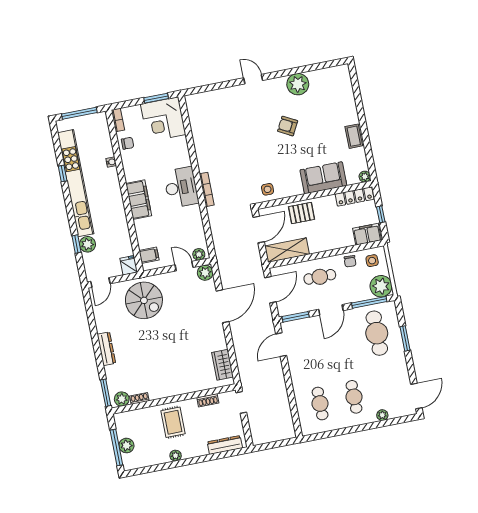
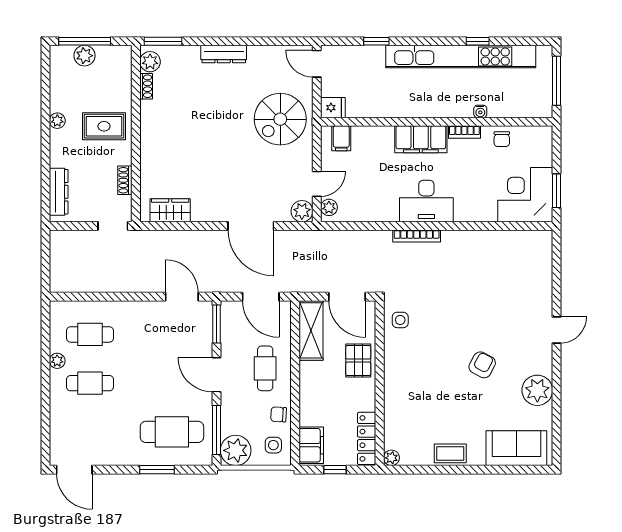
bookcase: (118, 120) -> (464, 132), moved
sofa: (323, 178) -> (516, 448), moved, turned -90
plant: (87, 244) -> (373, 56), removed
plant: (382, 415) -> (57, 361), moved

